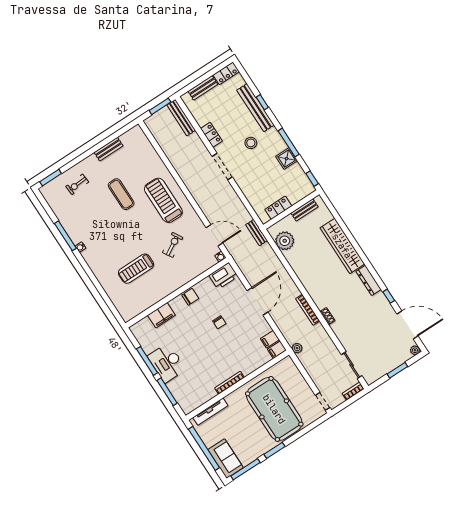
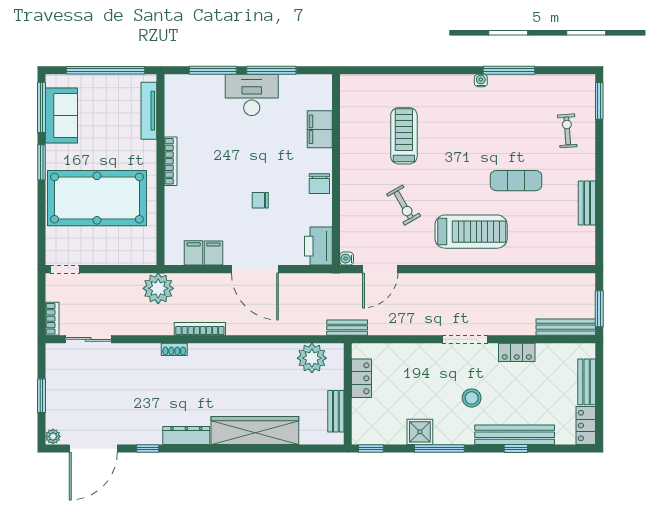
plant: (297, 348) -> (158, 288), width x1.87, depth x1.87
filing cabinet: (277, 350) -> (213, 253), moved
sofa: (226, 459) -> (61, 116), moved, turned -90

